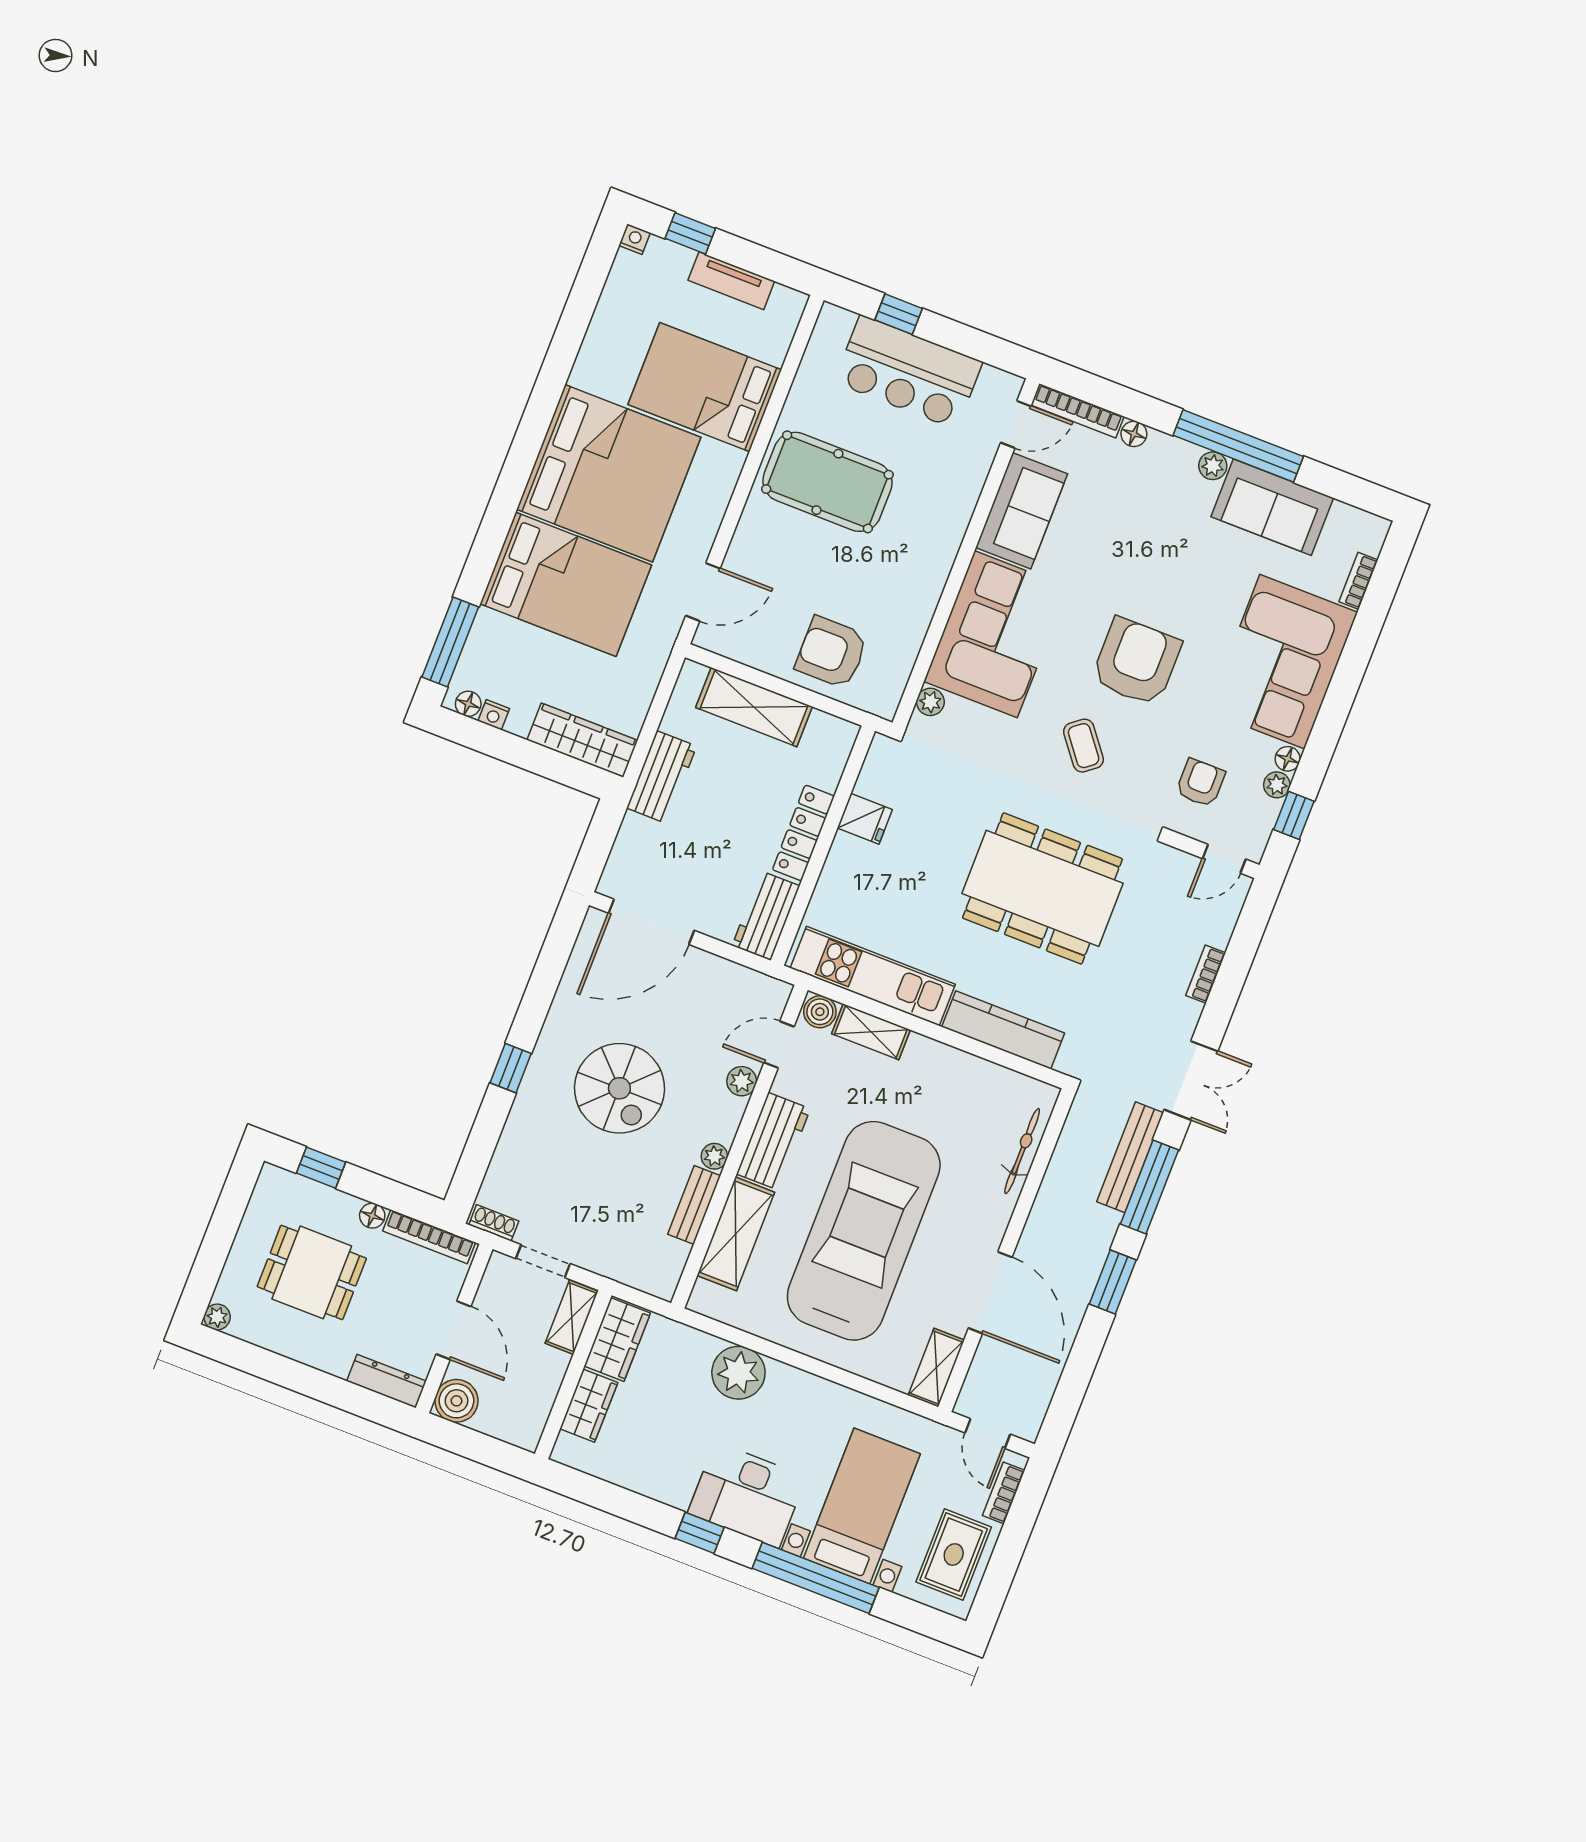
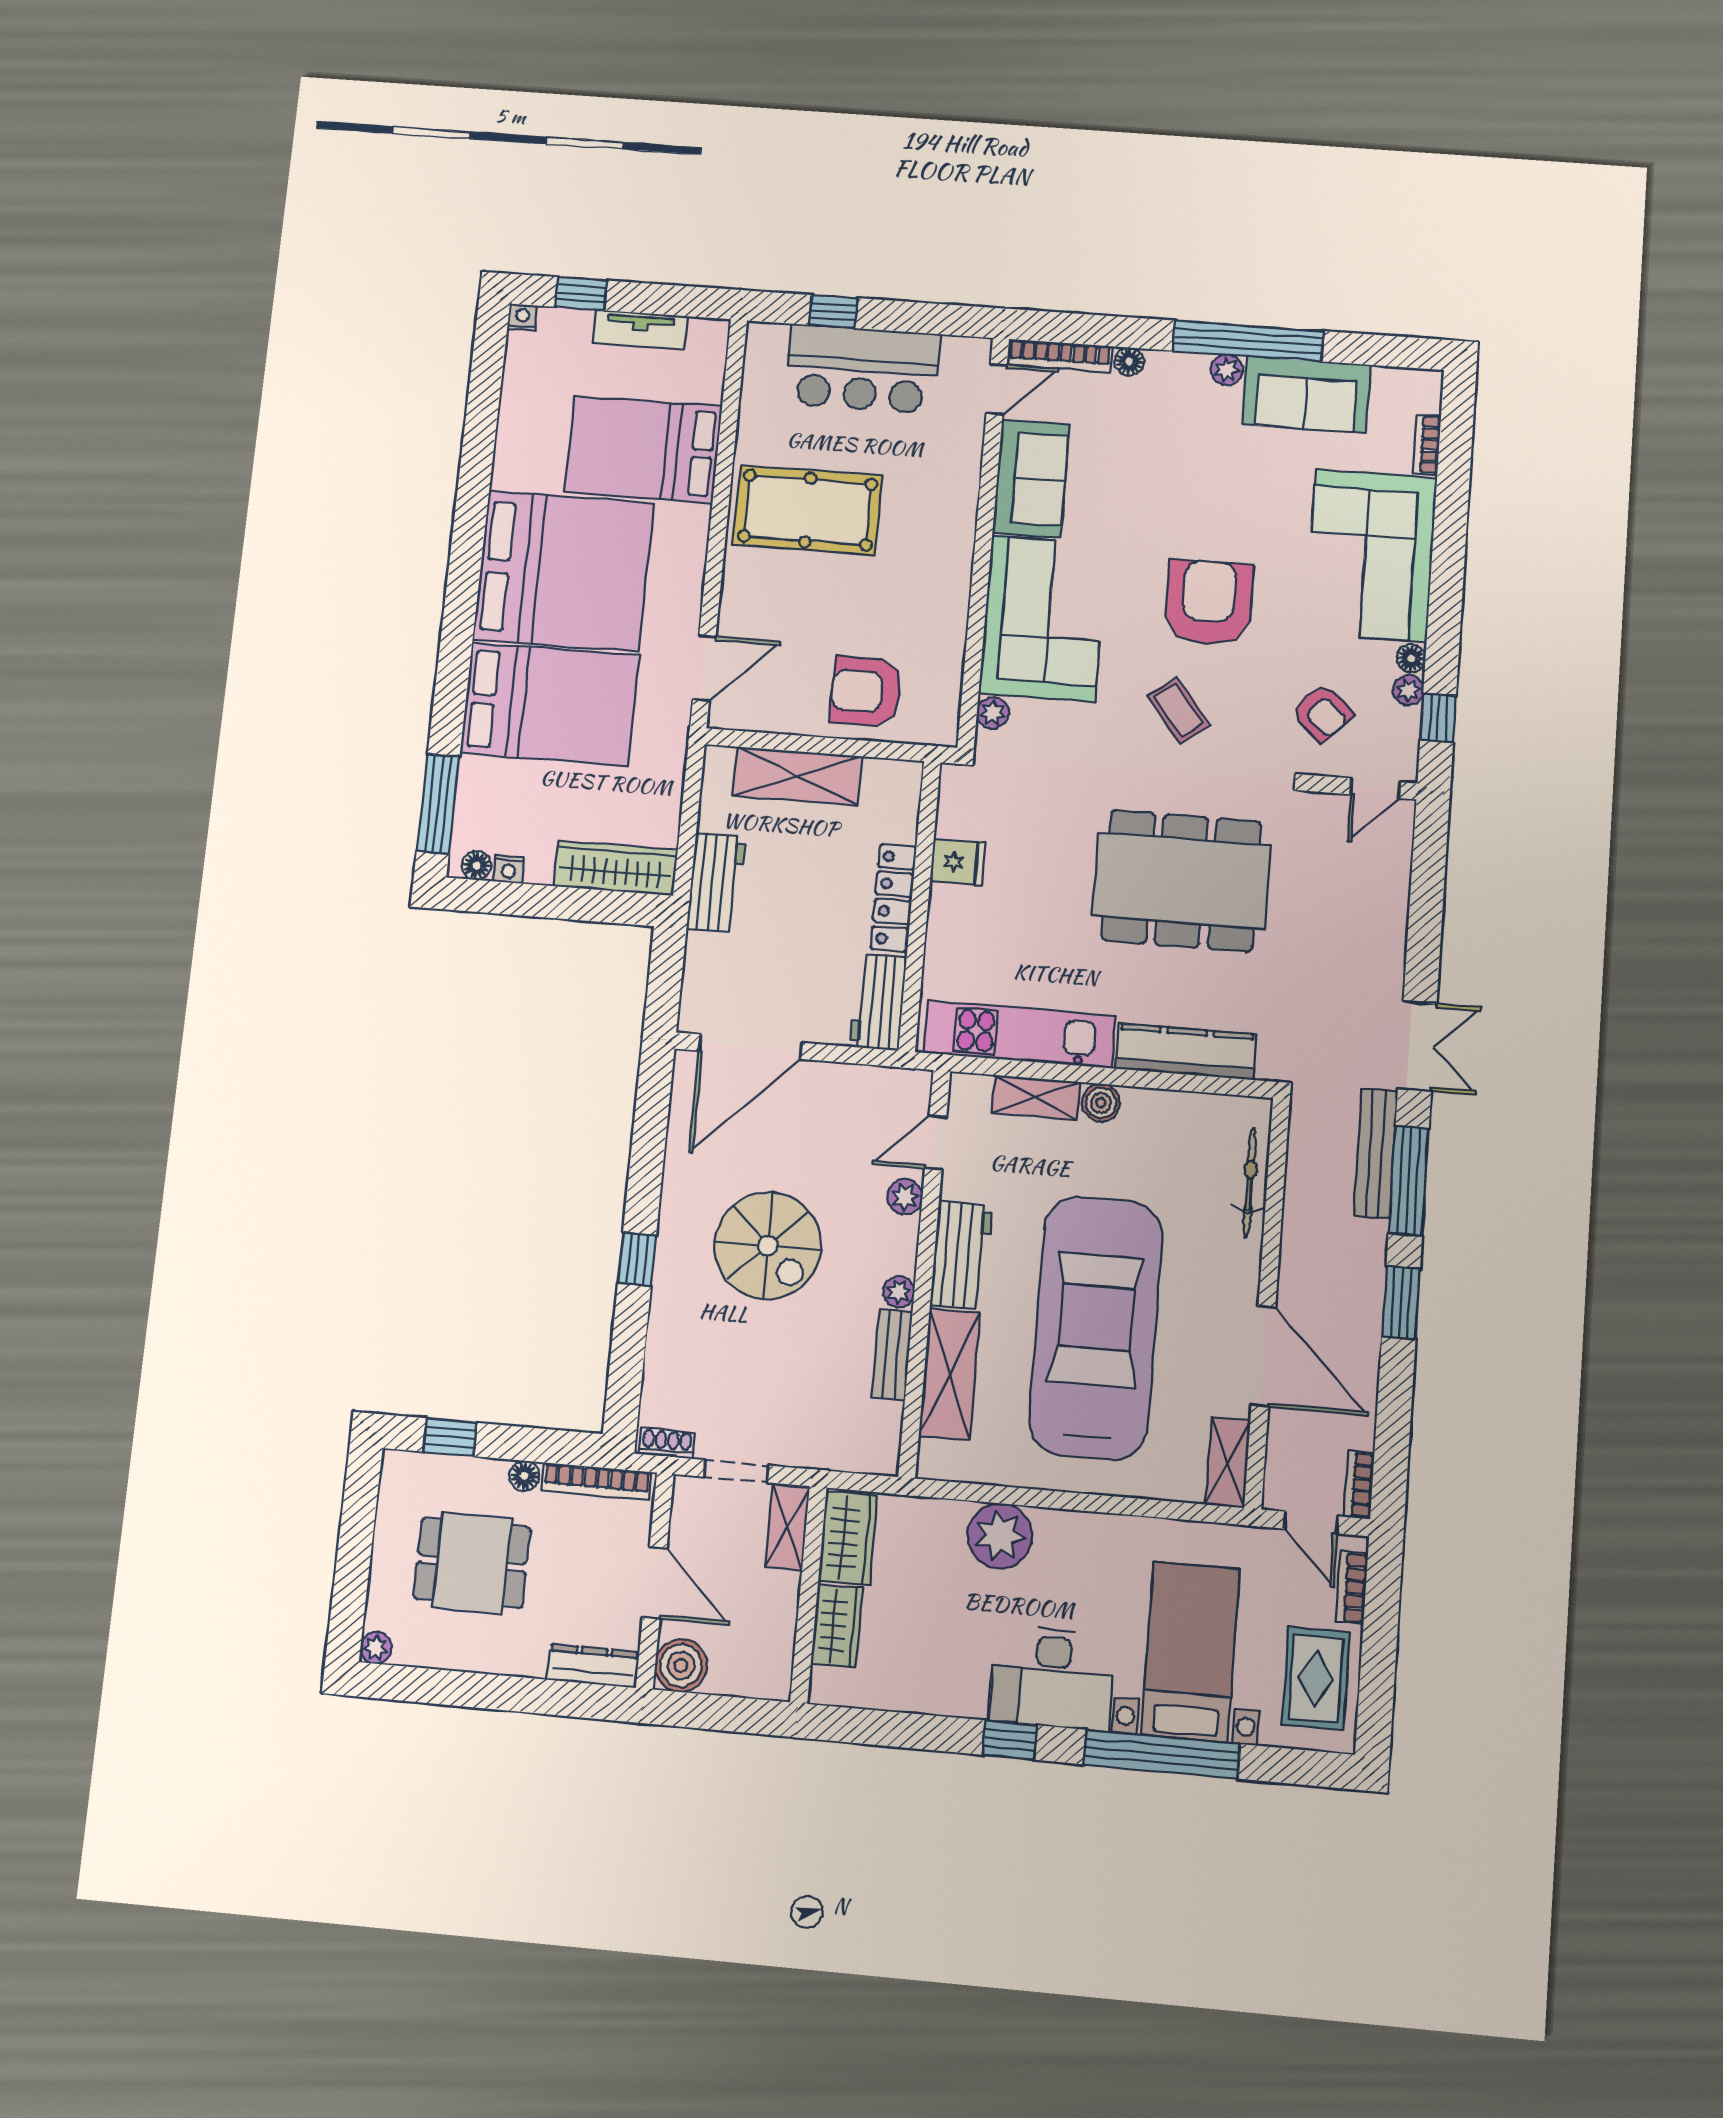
armchair: (1200, 783) -> (1322, 713), turned 133
bookcase: (1206, 974) -> (1359, 1485), moved
boiler: (820, 1012) -> (1101, 1103), moved

